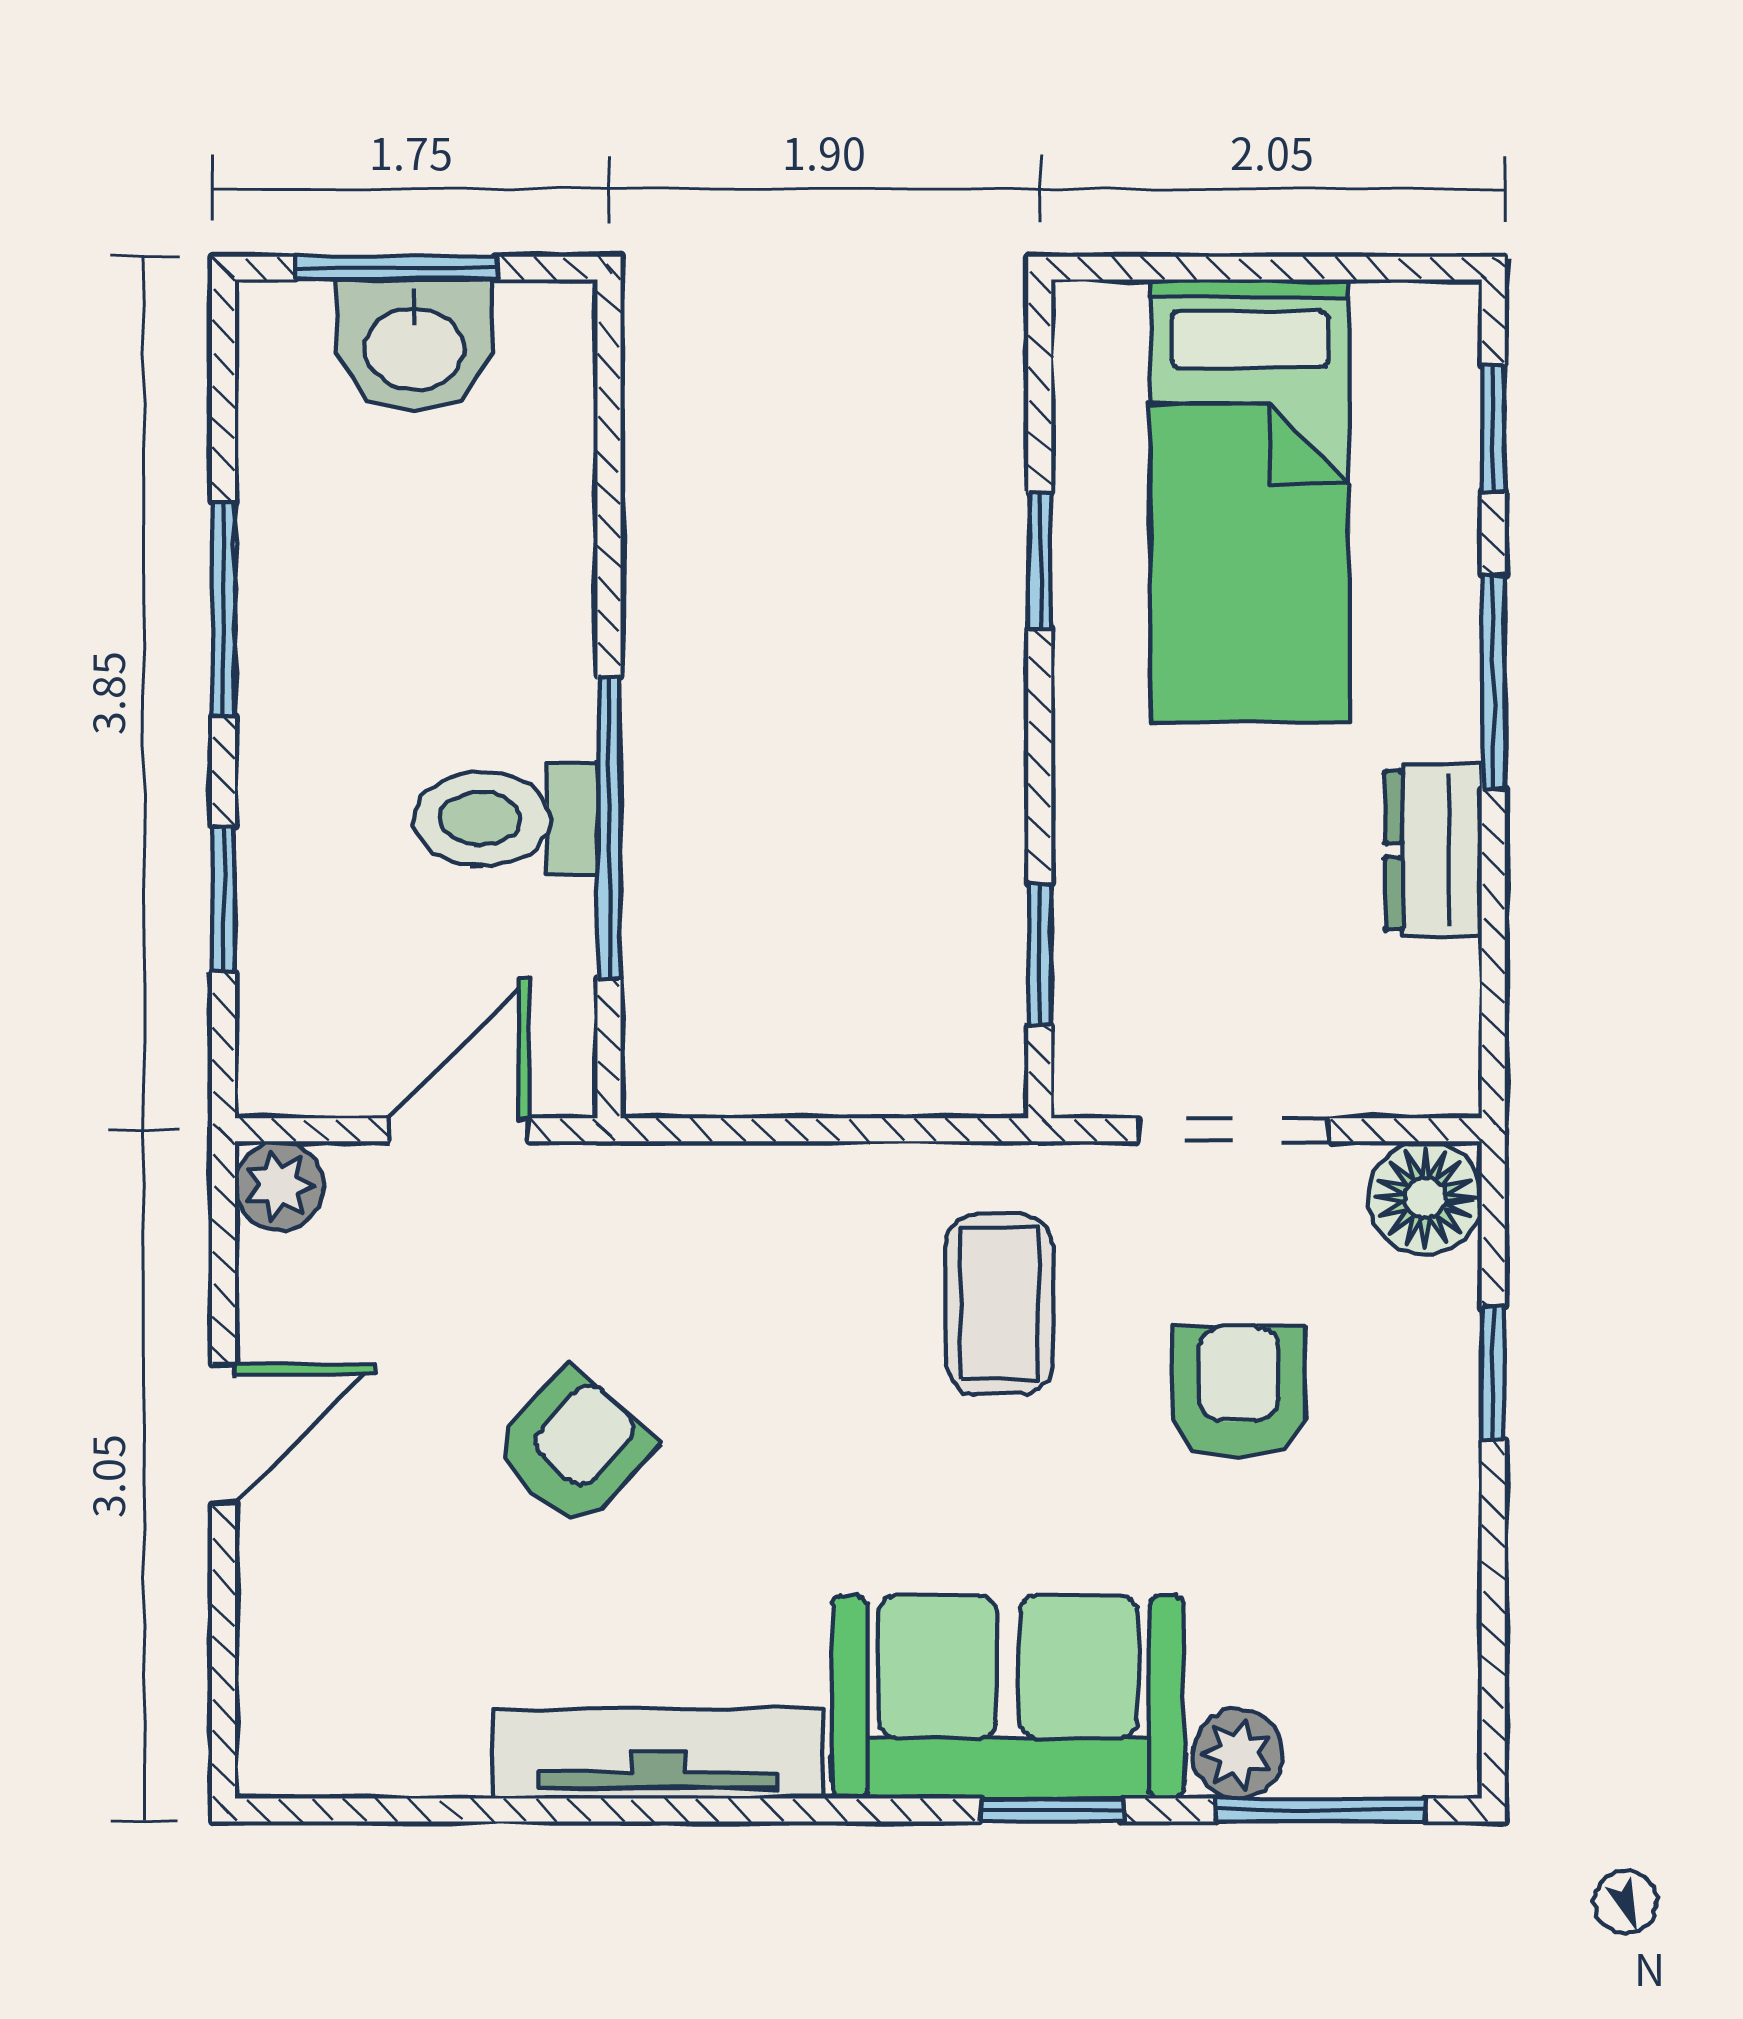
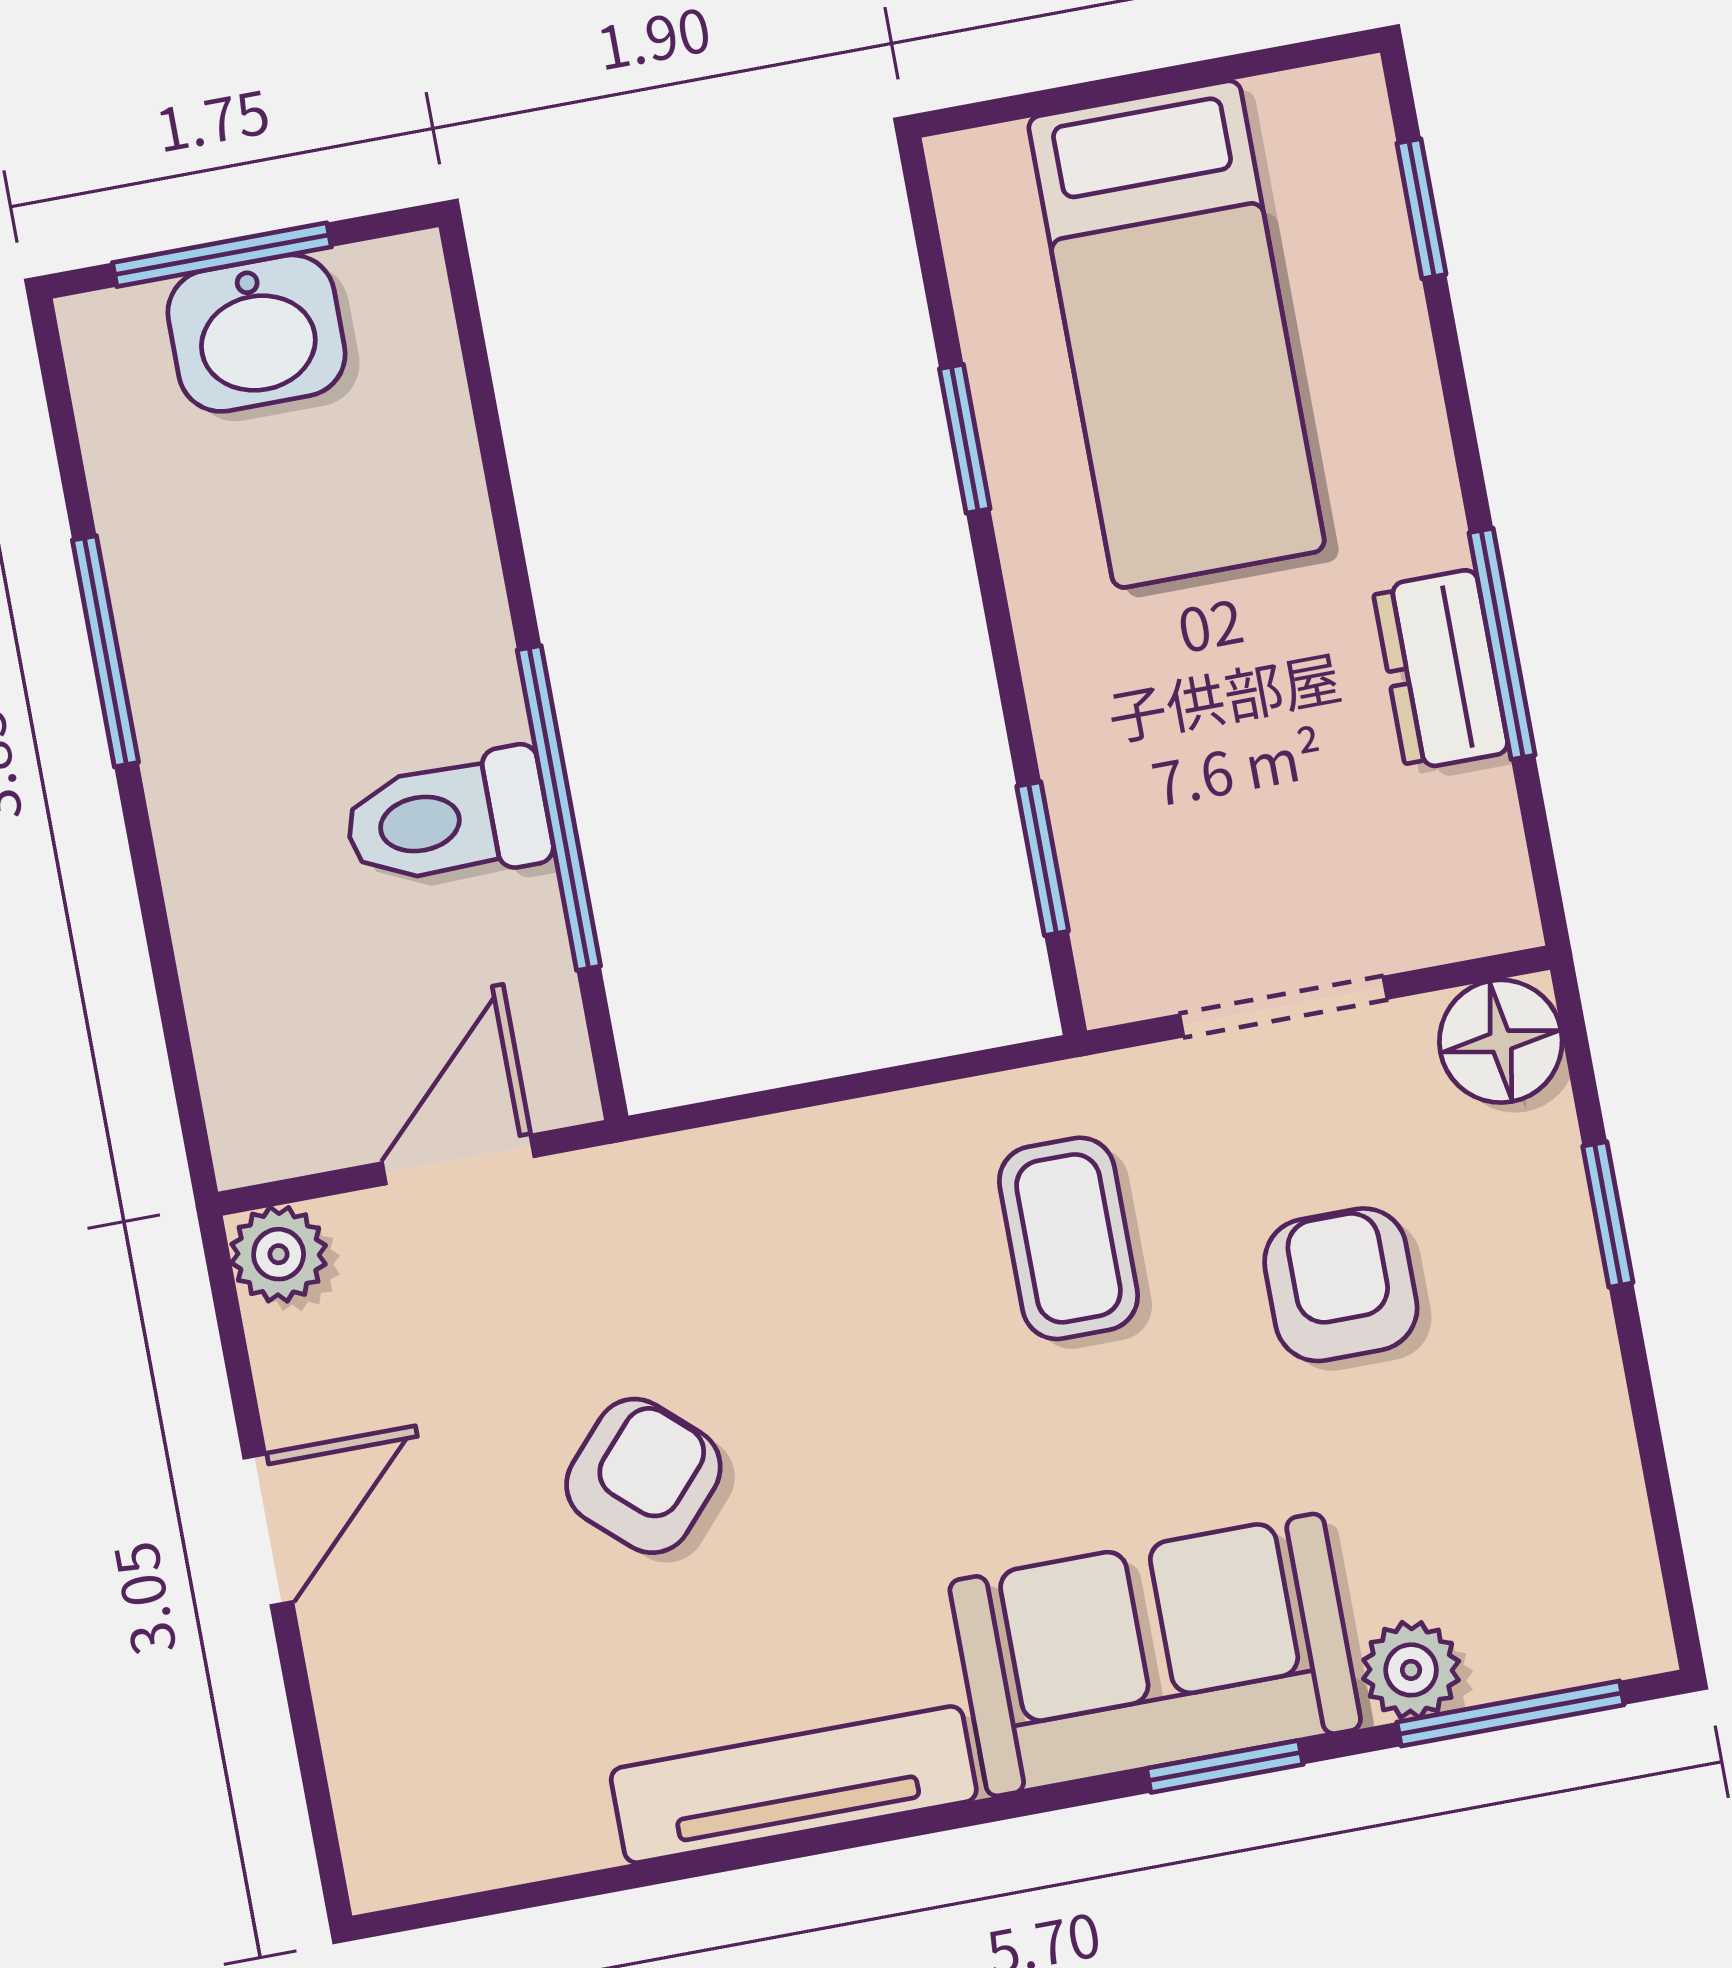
window: (1493, 682) -> (1502, 644), moved
window: (223, 899) -> (163, 960), removed

